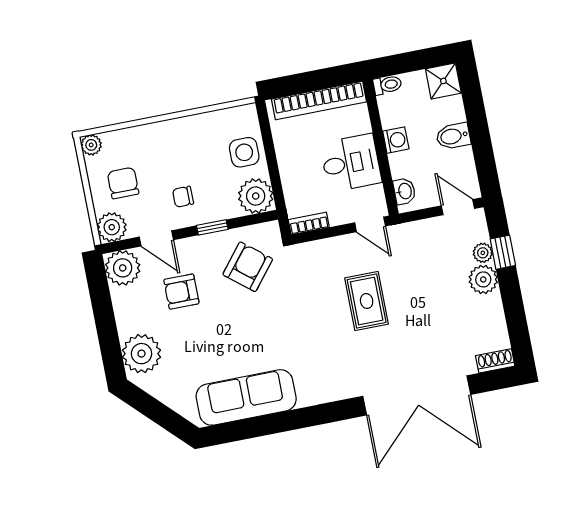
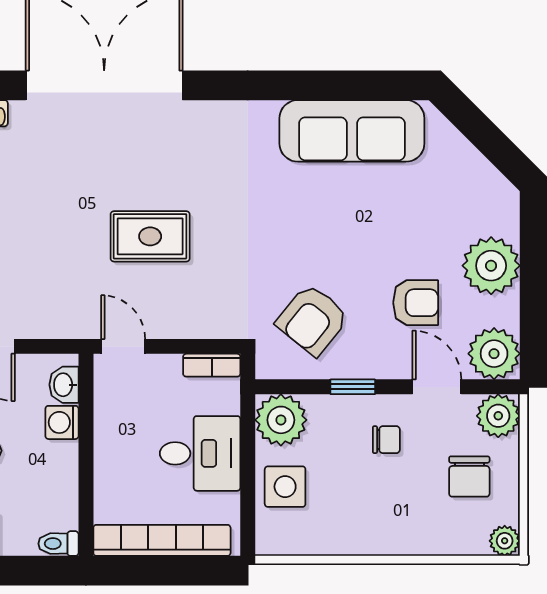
washing machine: (396, 140) -> (62, 422), moved
desk: (351, 163) -> (200, 453), moved, turned 180
rug: (367, 301) -> (150, 236), turned 90
plant: (142, 354) -> (491, 266), moved

